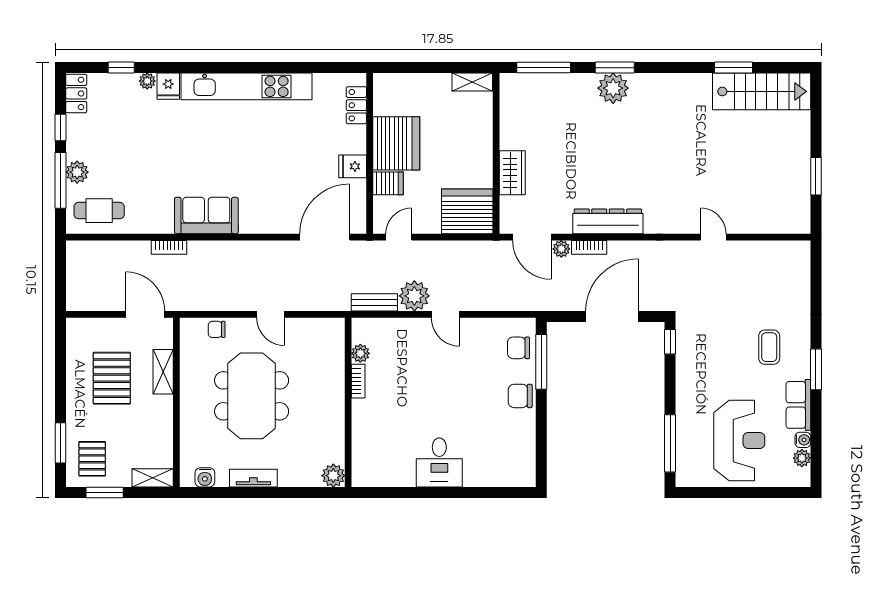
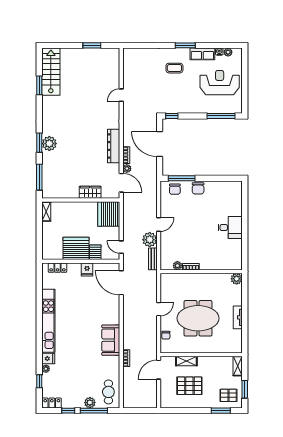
door: (532, 237) -> (121, 183), hinge flipped
water cooler: (205, 477) -> (237, 341), removed

